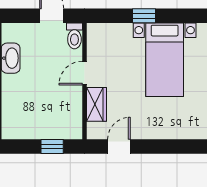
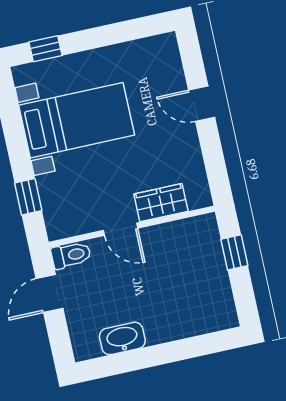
window: (144, 16) -> (28, 197), moved
door: (119, 146) -> (202, 104), moved

